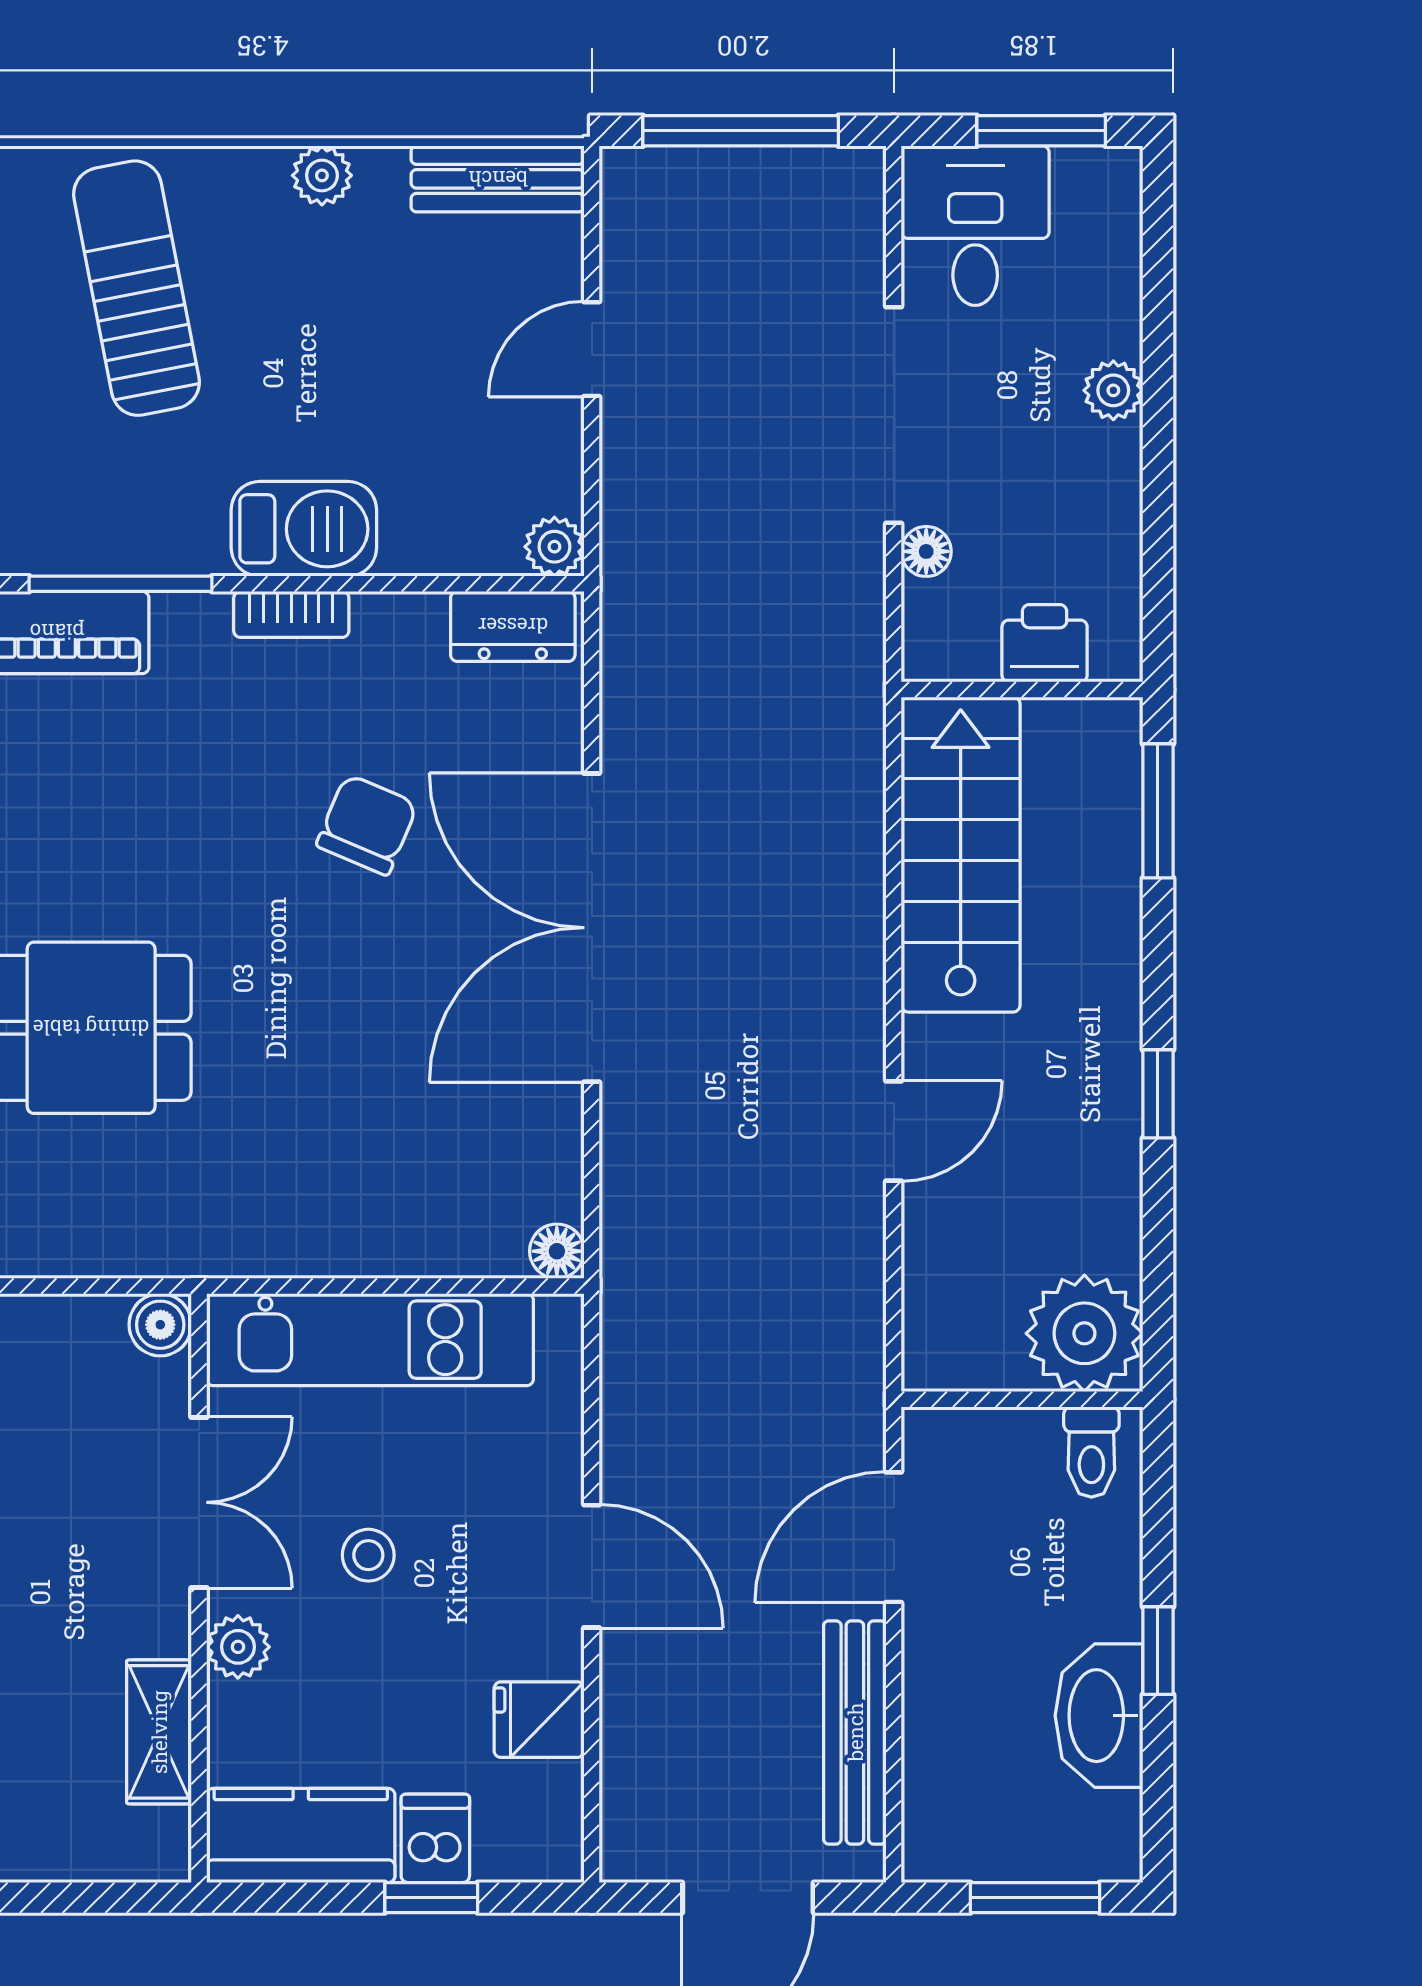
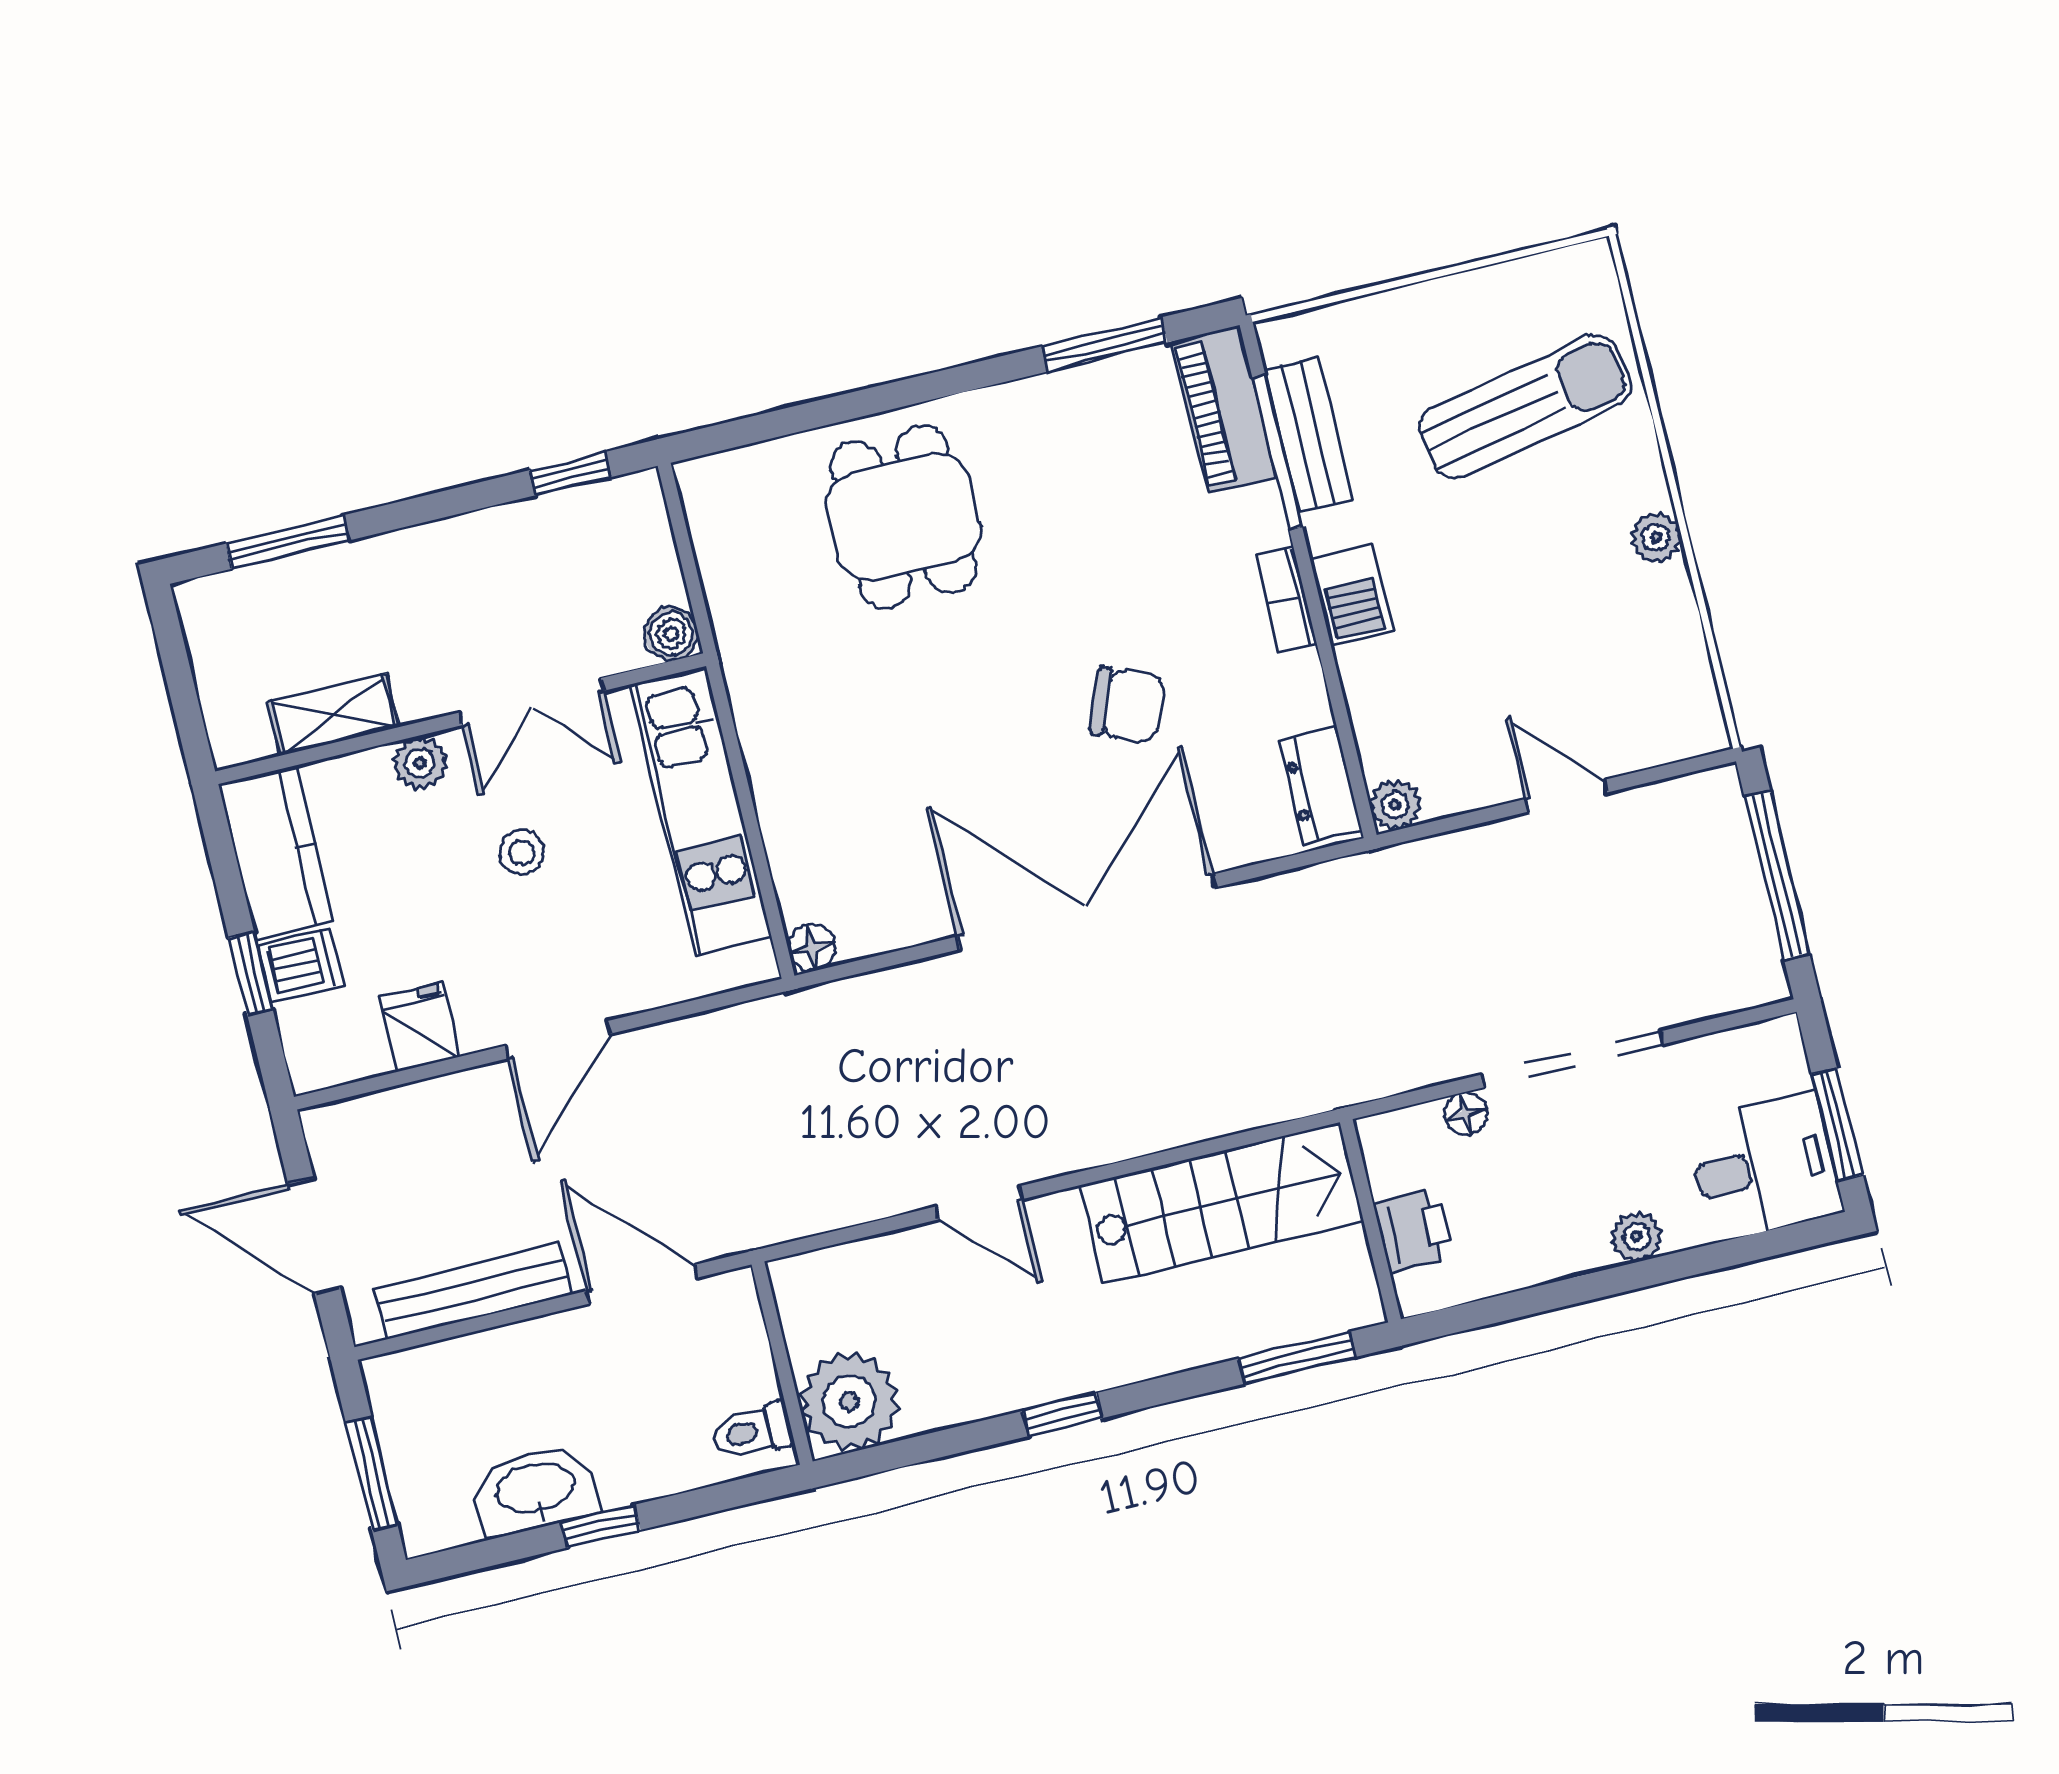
bench: (498, 179) -> (1309, 435), moved
desk: (975, 226) -> (1764, 1167), moved
barbecue: (304, 529) -> (1351, 595), width x0.73, depth x0.79

